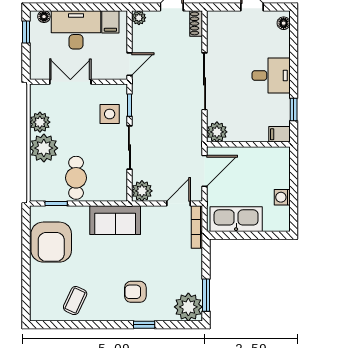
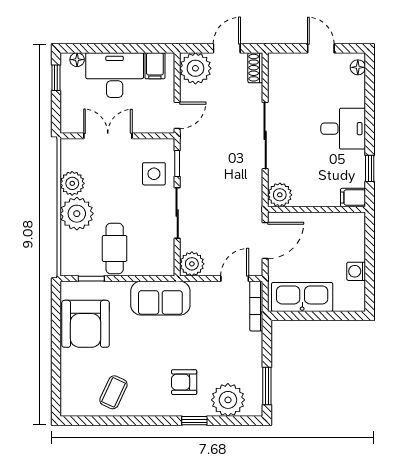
plant: (139, 18) -> (195, 68), width x1.88, depth x1.88
plant: (188, 307) -> (228, 400), moved

